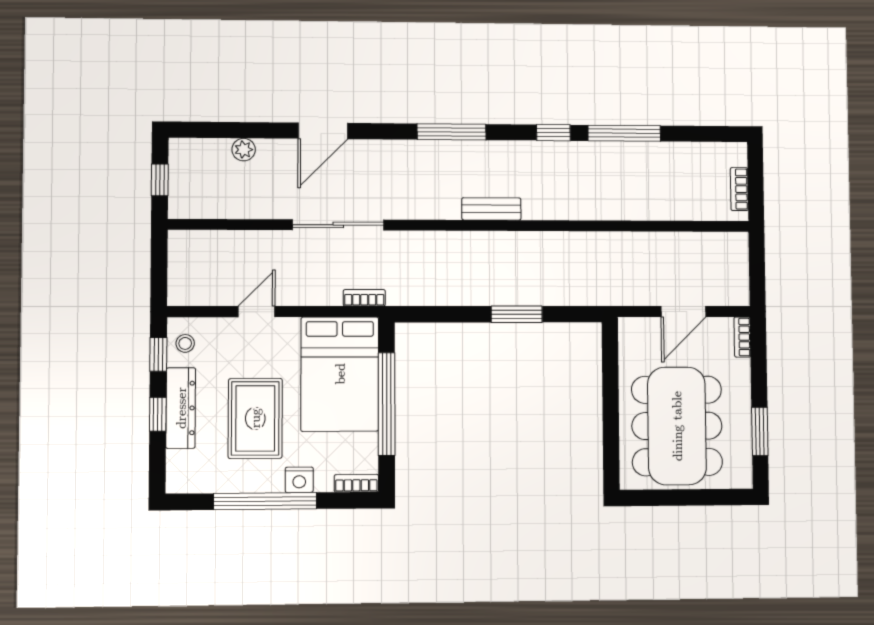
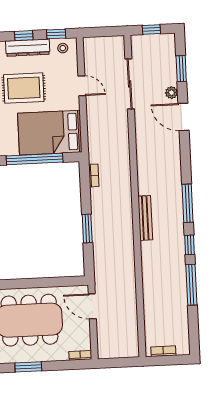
window: (235, 130) -> (181, 69), added
window: (452, 132) -> (188, 203), moved
plant: (244, 150) -> (172, 93), moved
bench: (491, 209) -> (145, 218), width x1.36
sliding door: (338, 225) -> (130, 84), moved
bookcase: (364, 298) -> (94, 175), moved
door: (683, 311) -> (92, 306), moved

